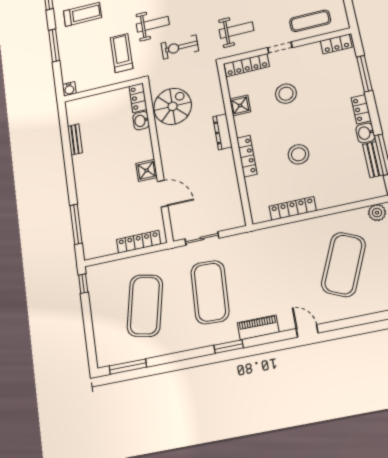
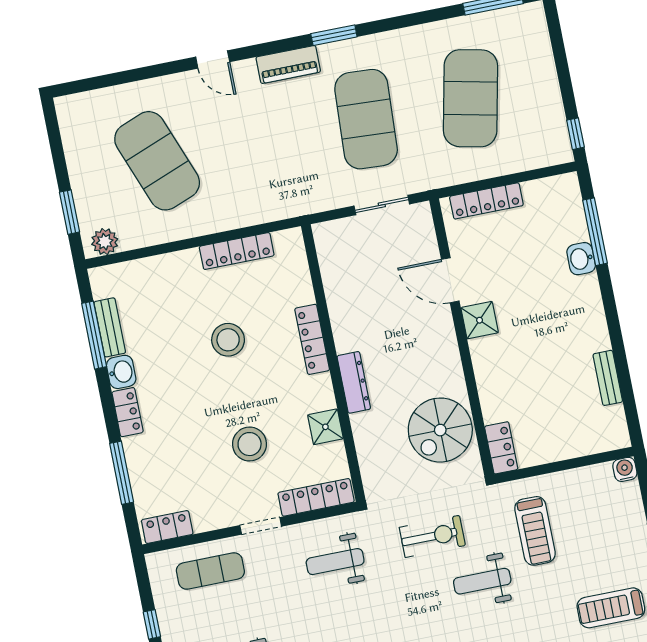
washbasin: (141, 121) -> (581, 259), moved, turned 180
exercise mat: (343, 264) -> (157, 161), turned -45

